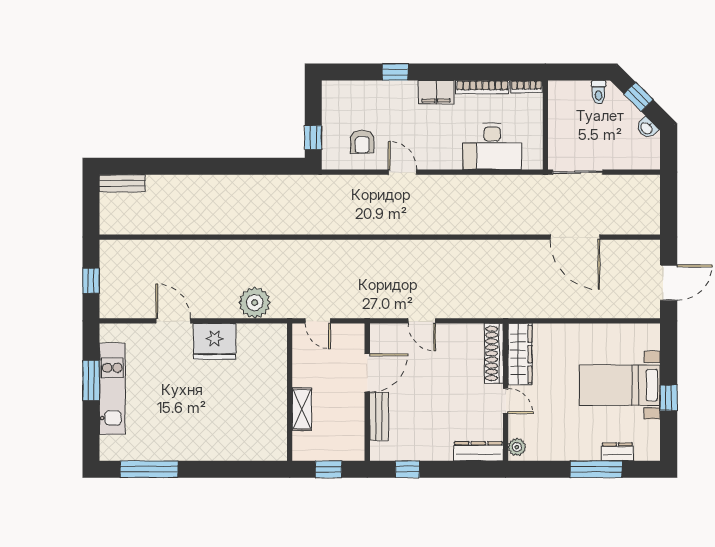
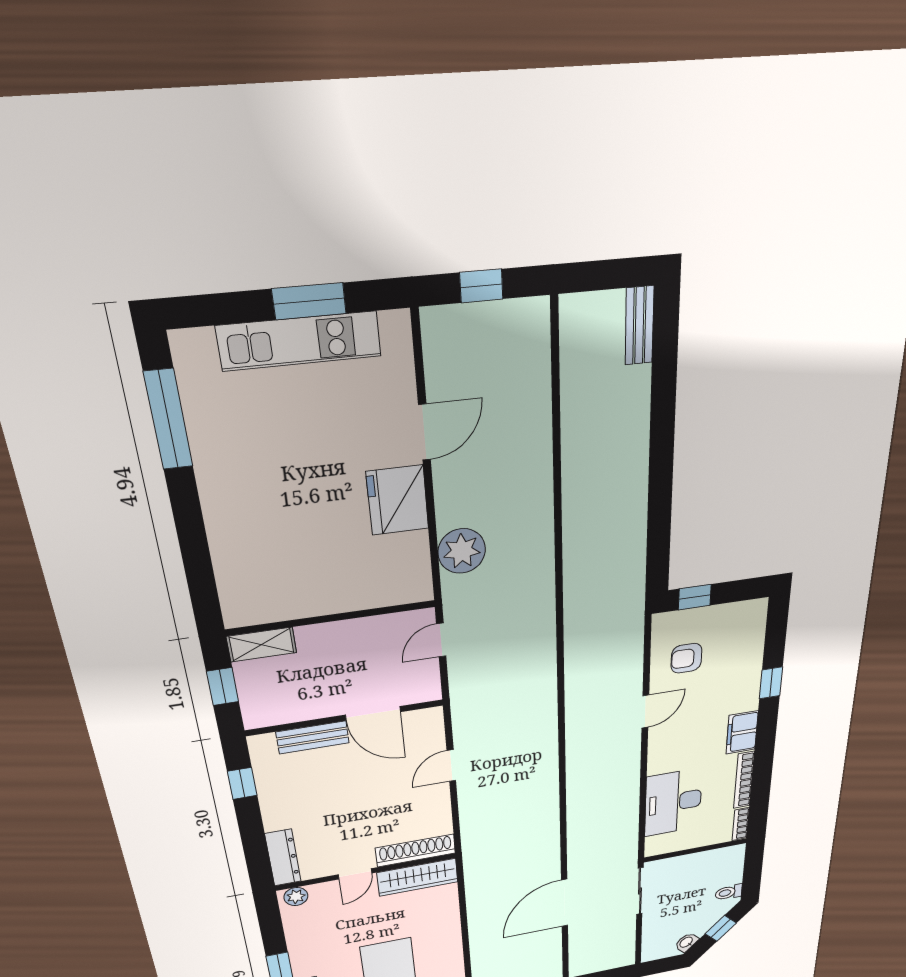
shelving: (302, 409) -> (262, 645), moved

